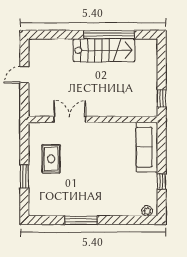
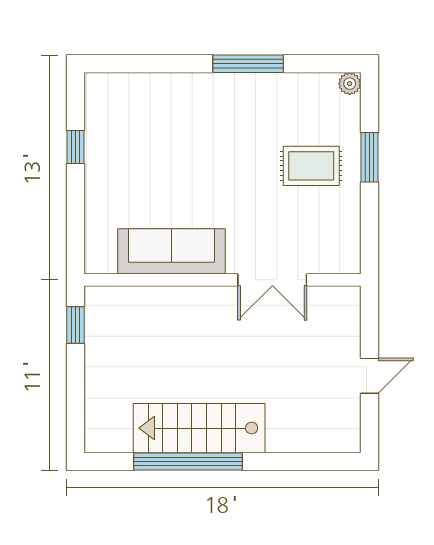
sofa: (147, 147) -> (171, 251), moved, turned -90
rug: (51, 159) -> (311, 166), moved, turned 90
plant: (147, 211) -> (350, 84), moved

